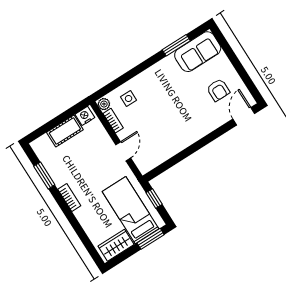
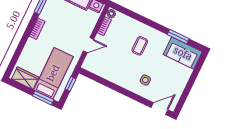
armchair: (218, 90) -> (166, 82), removed
coffee table: (160, 95) -> (140, 46), added
side table: (129, 99) -> (145, 80), moved

